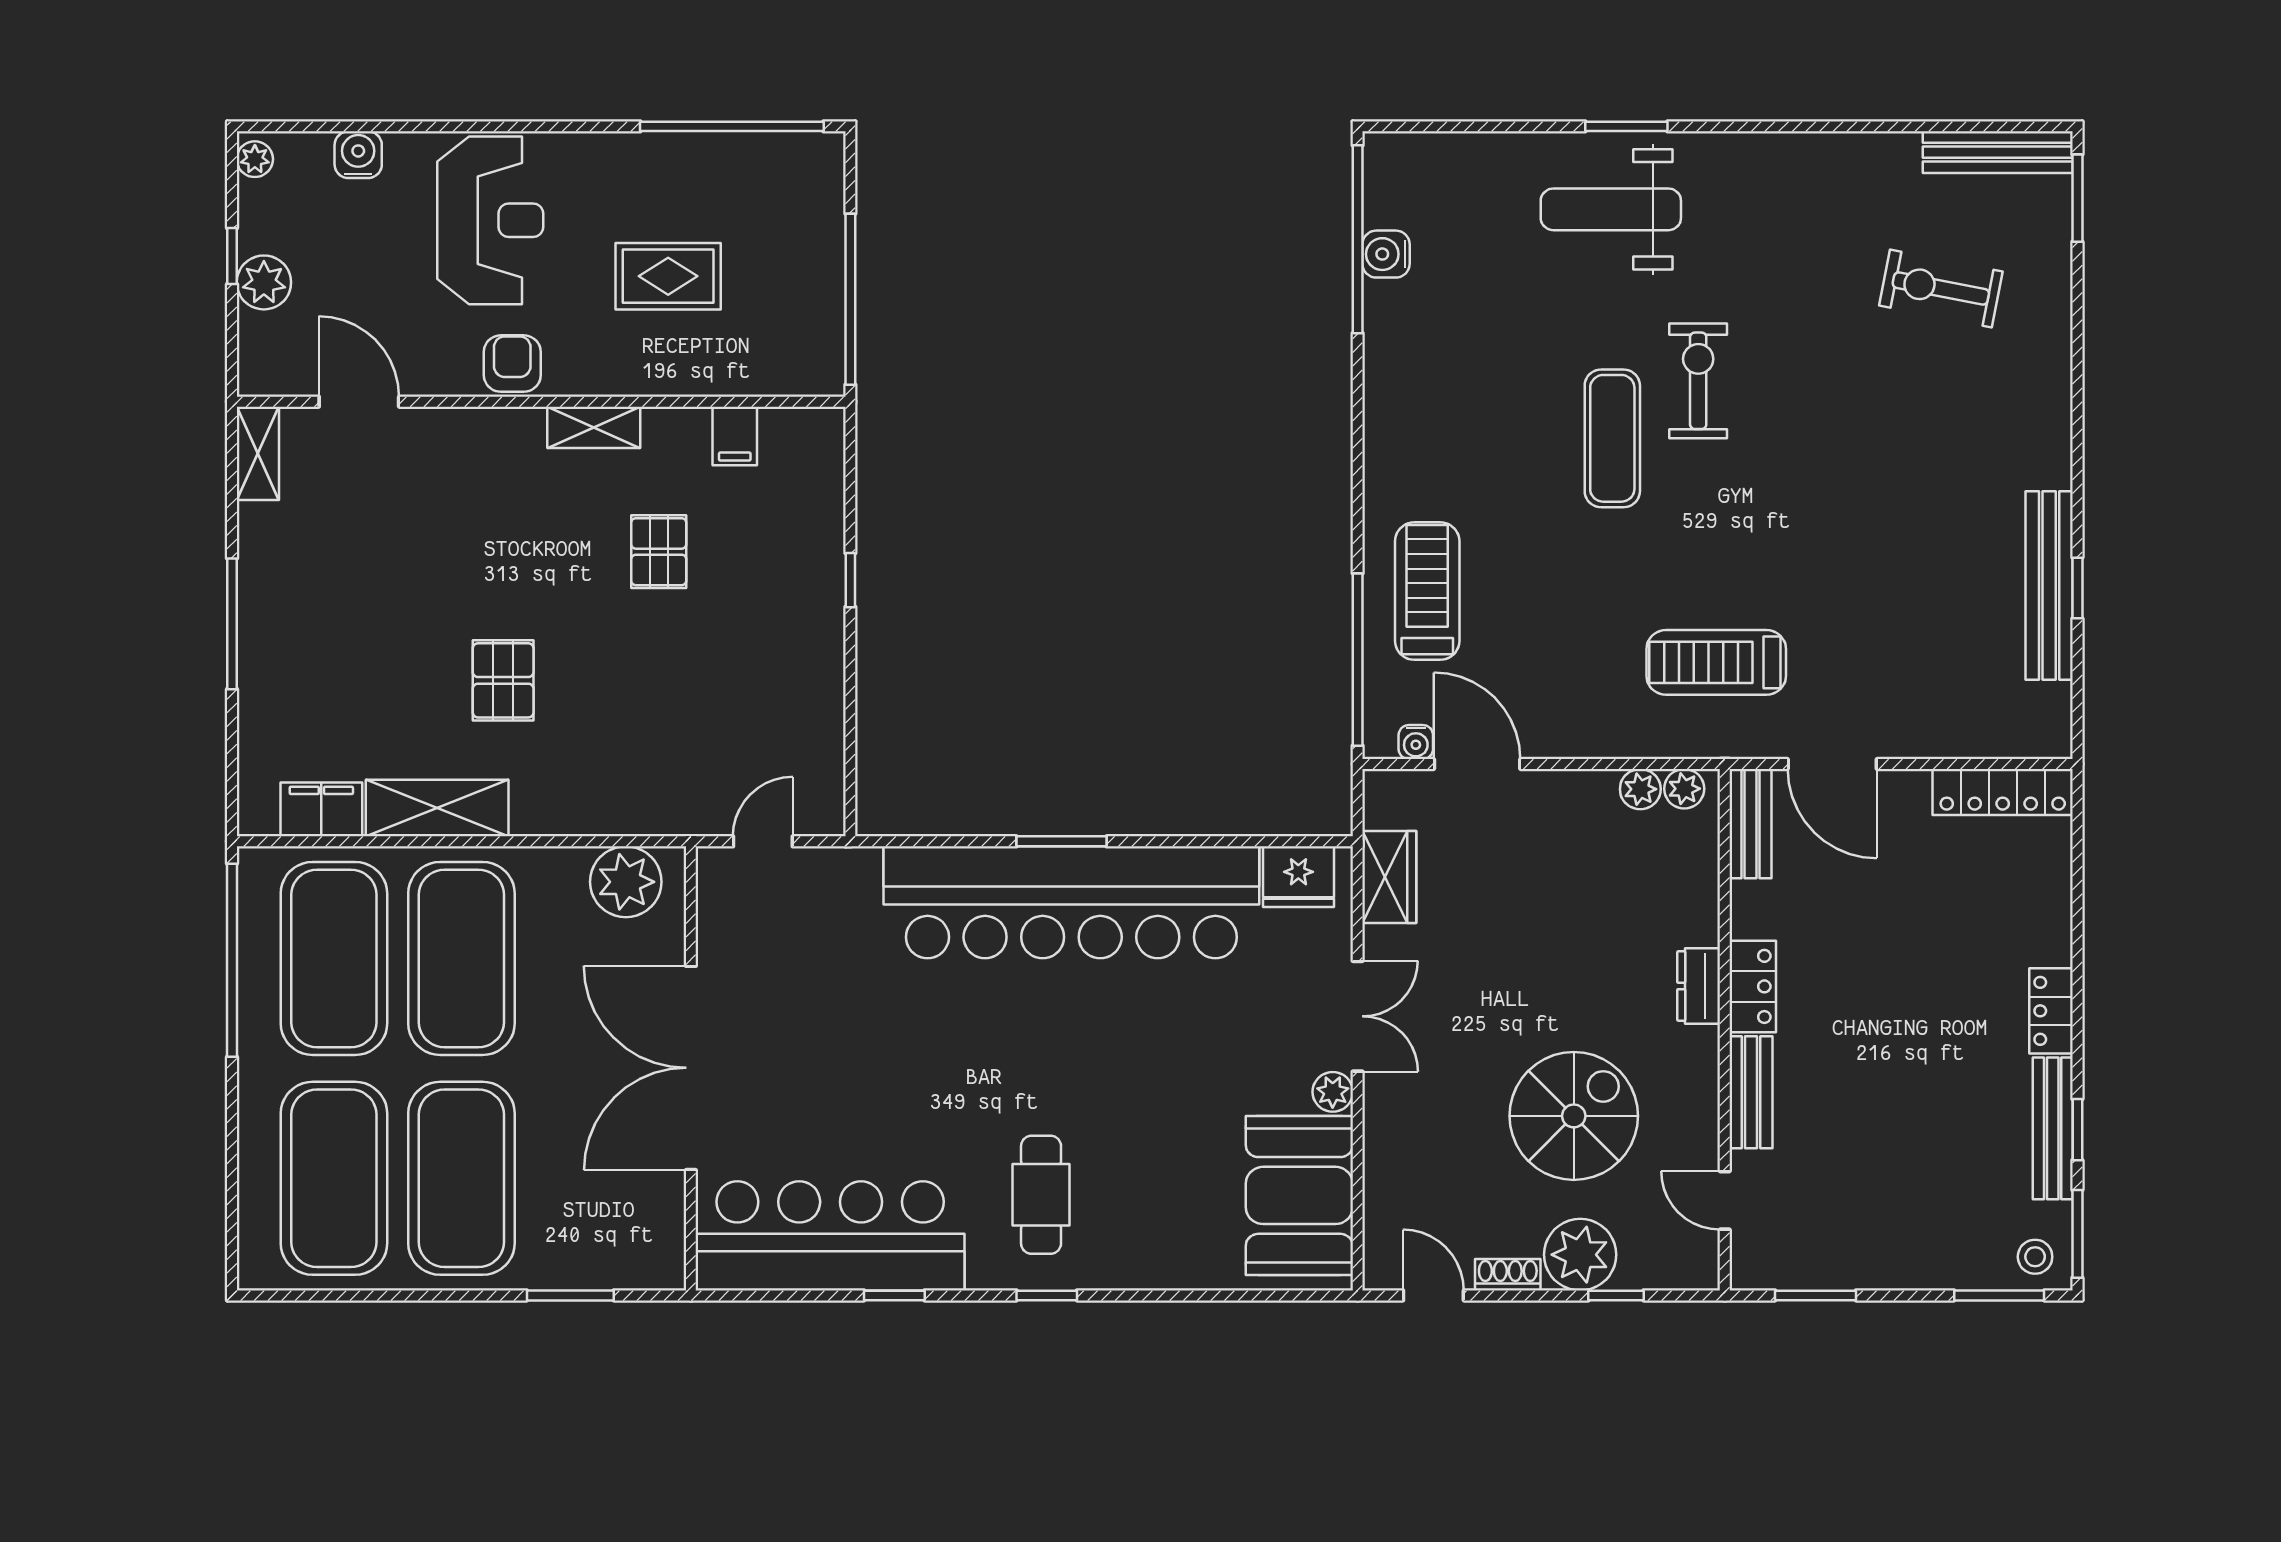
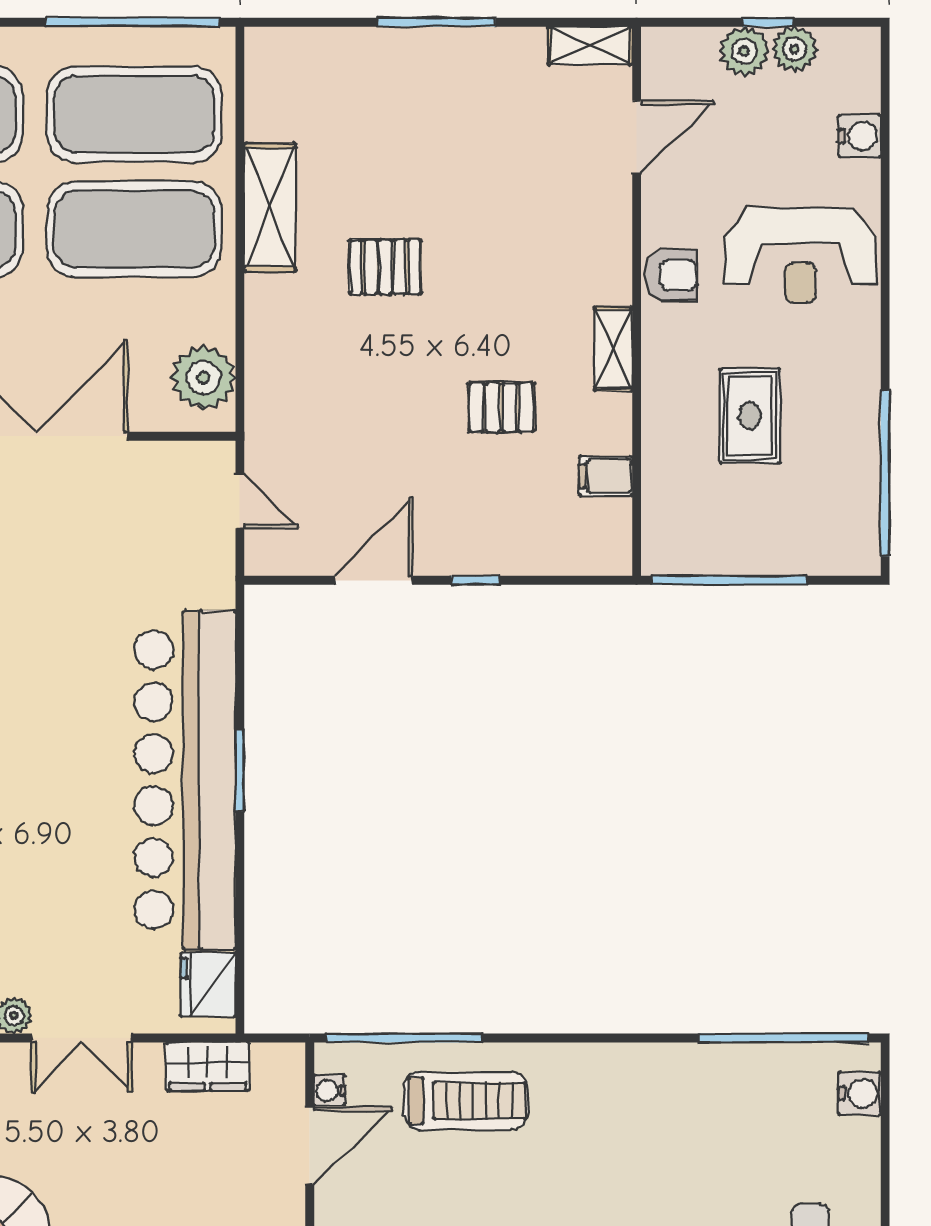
plant: (255, 159) -> (794, 49), moved, width x1.38, depth x1.38
water cooler: (1386, 254) -> (859, 1093), moved, turned 90
door: (850, 693) -> (373, 580), added
filing cabinet: (321, 809) -> (269, 103), removed

